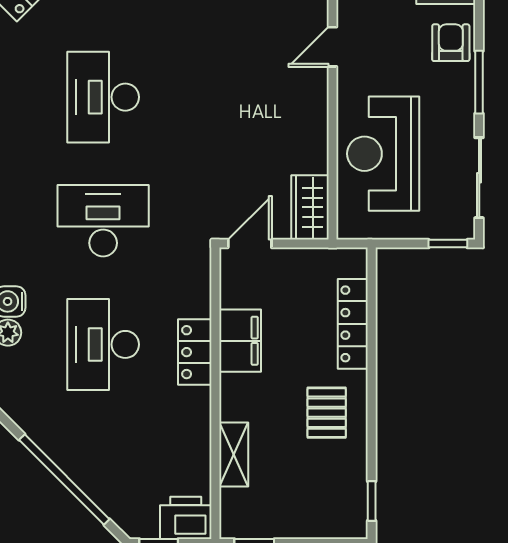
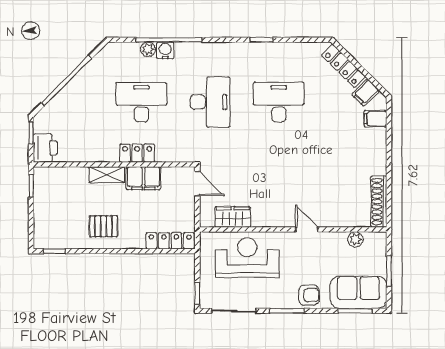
wardrobe: (310, 207) -> (233, 217), moved
locker: (353, 324) -> (170, 241), moved
shelving: (234, 455) -> (107, 175), moved

